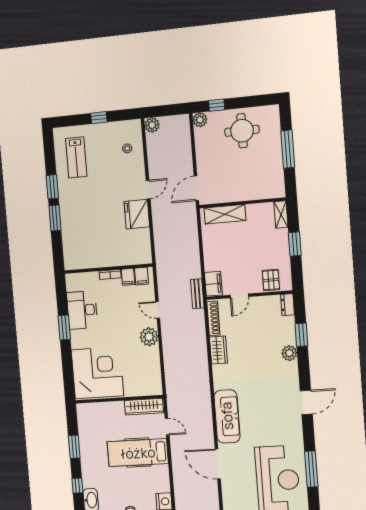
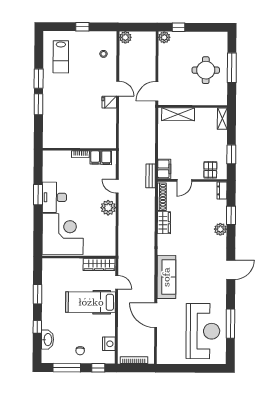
round table: (242, 131) -> (206, 70), moved
door: (148, 190) -> (118, 89), hinge flipped
fridge: (137, 214) -> (109, 102), width x0.53, depth x0.75
window: (295, 244) -> (231, 154), moved
desk: (82, 310) -> (54, 197), moved

